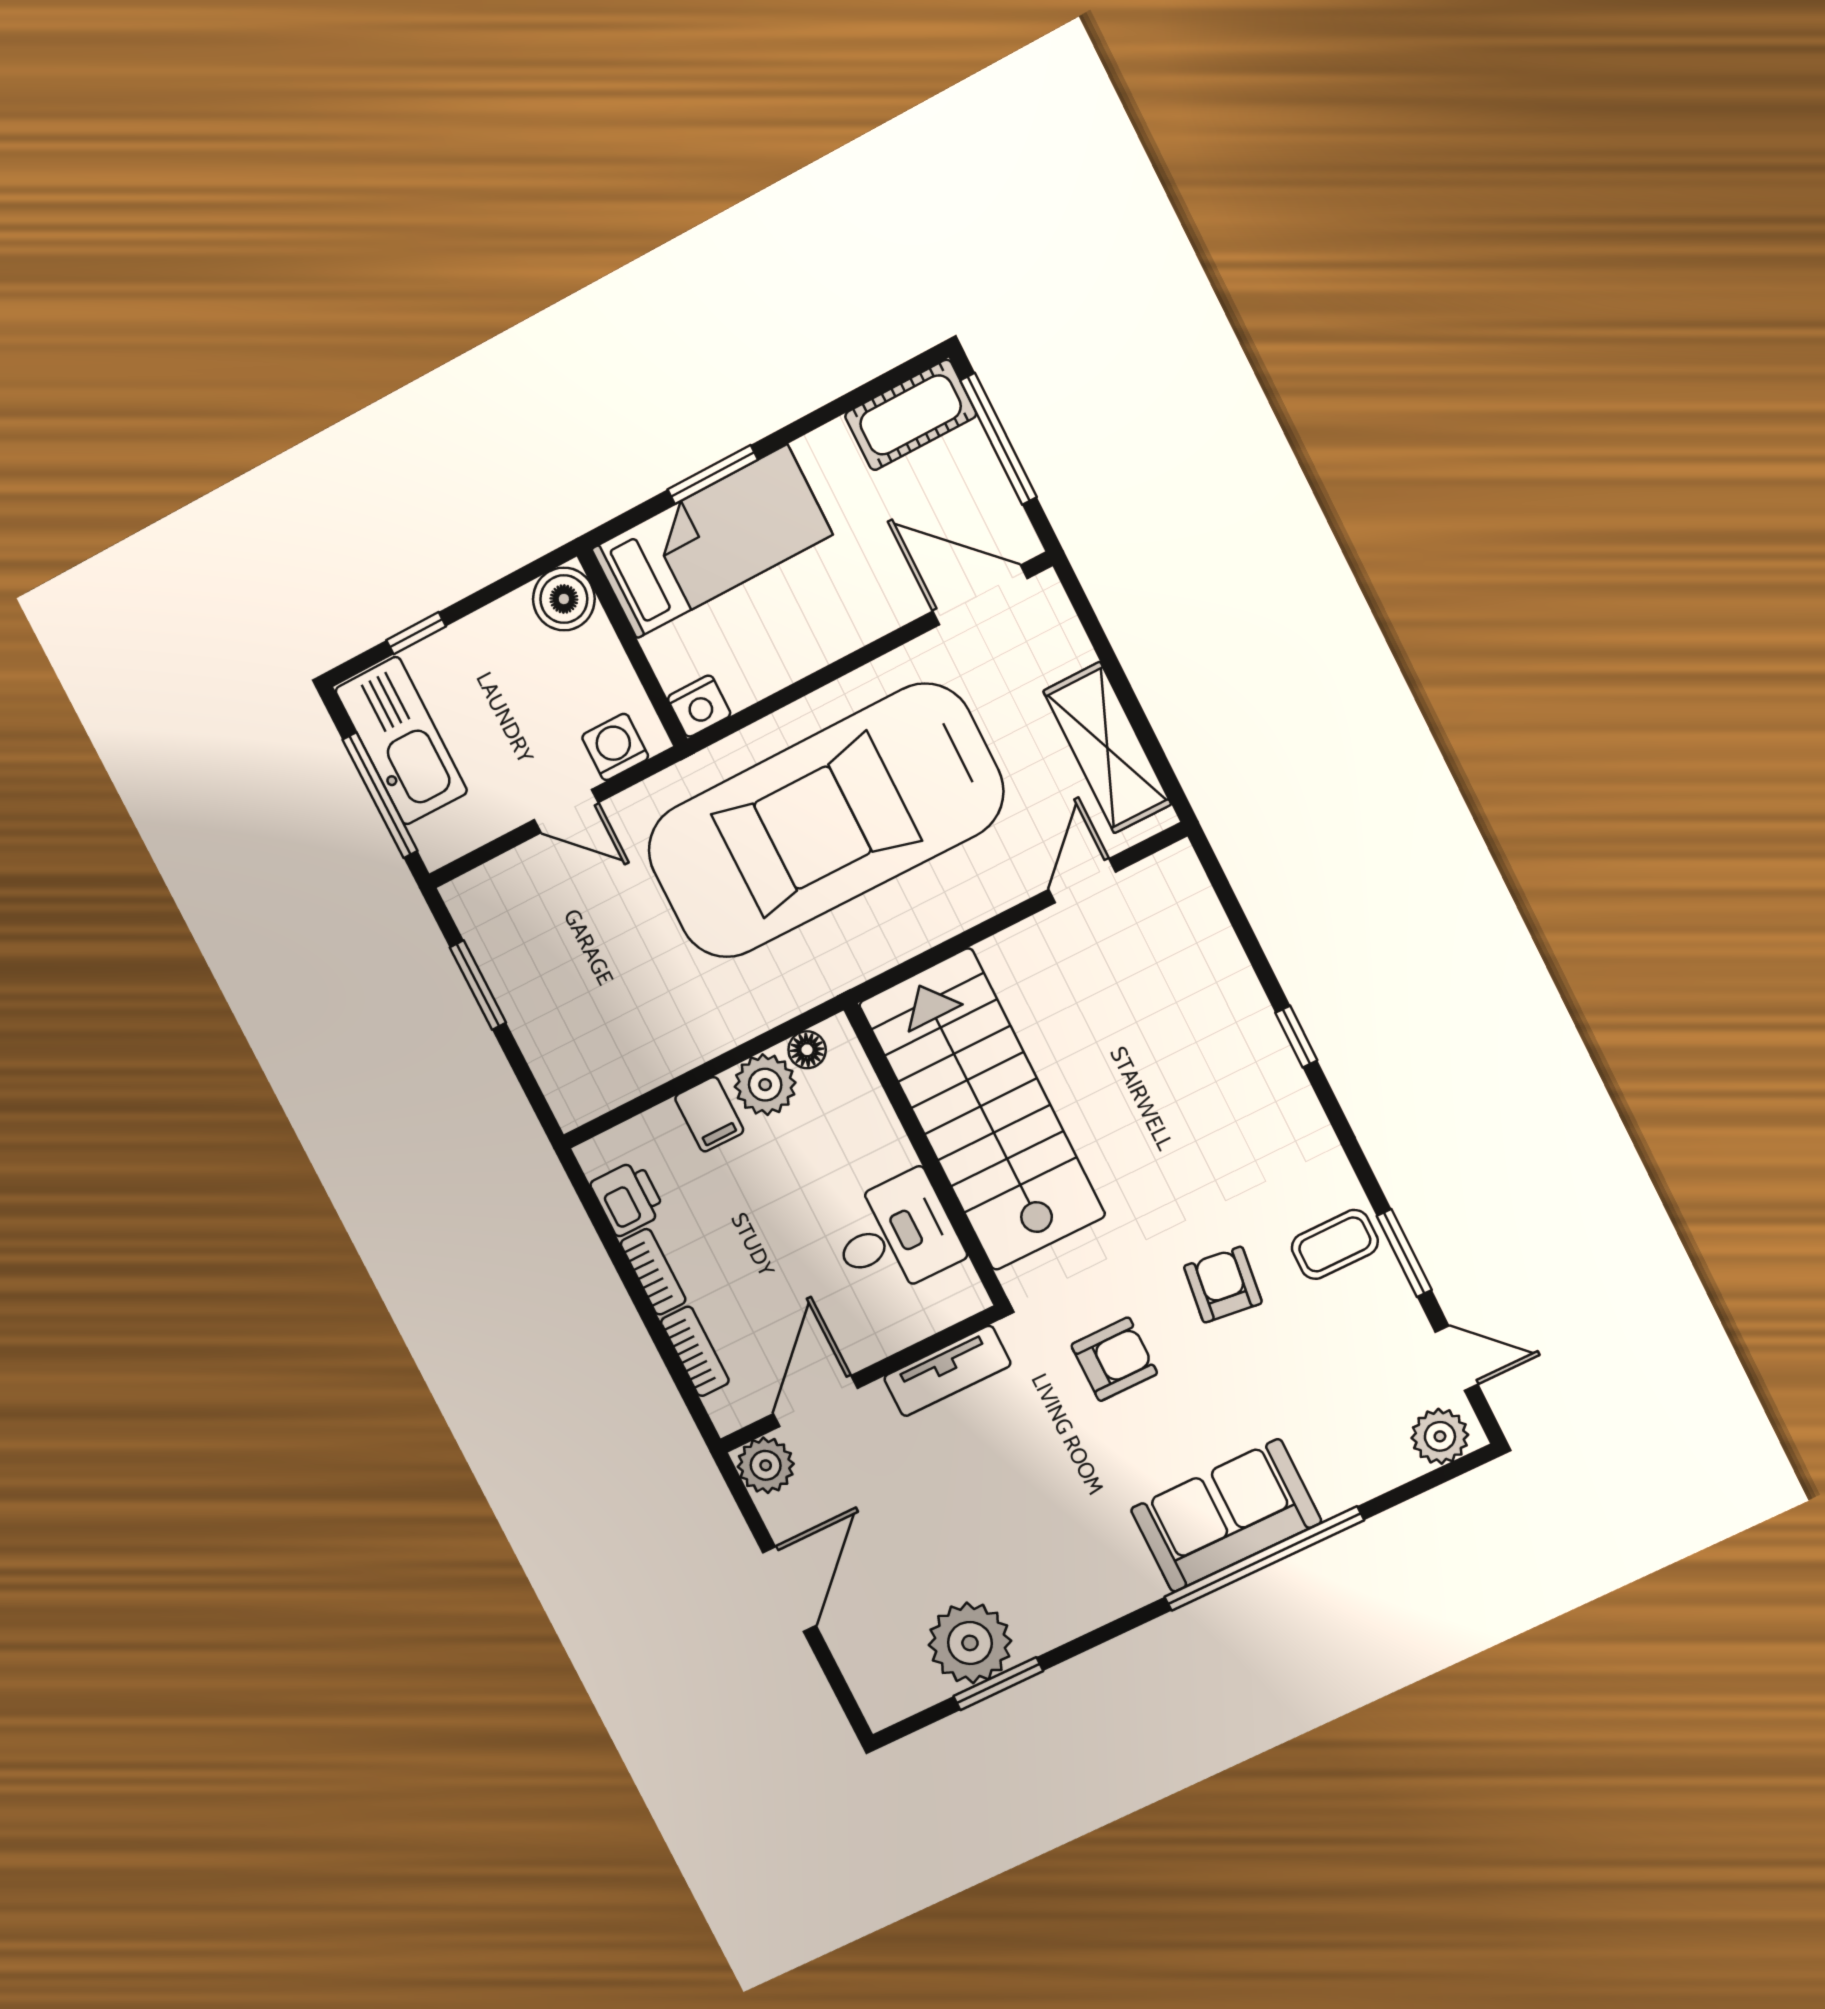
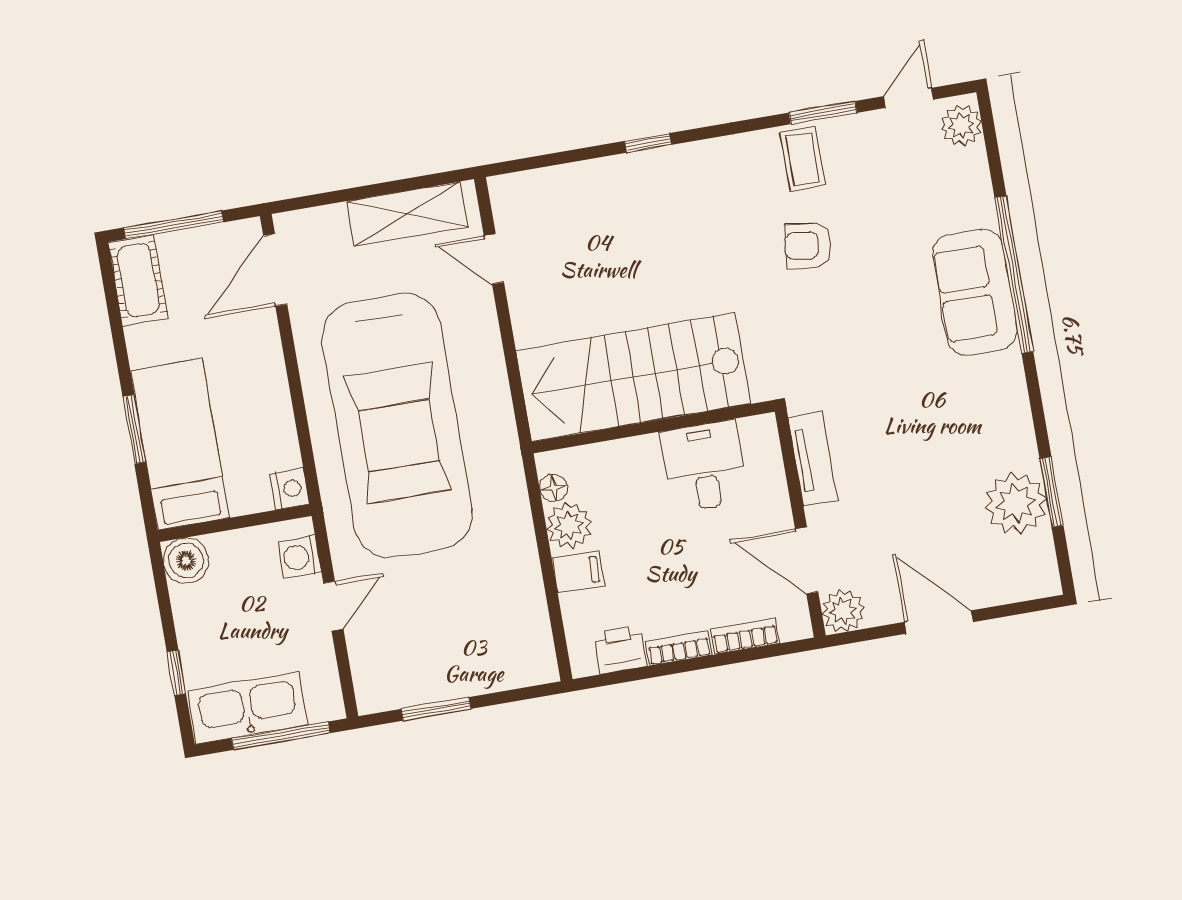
armchair: (1114, 1359) -> (839, 338), removed

